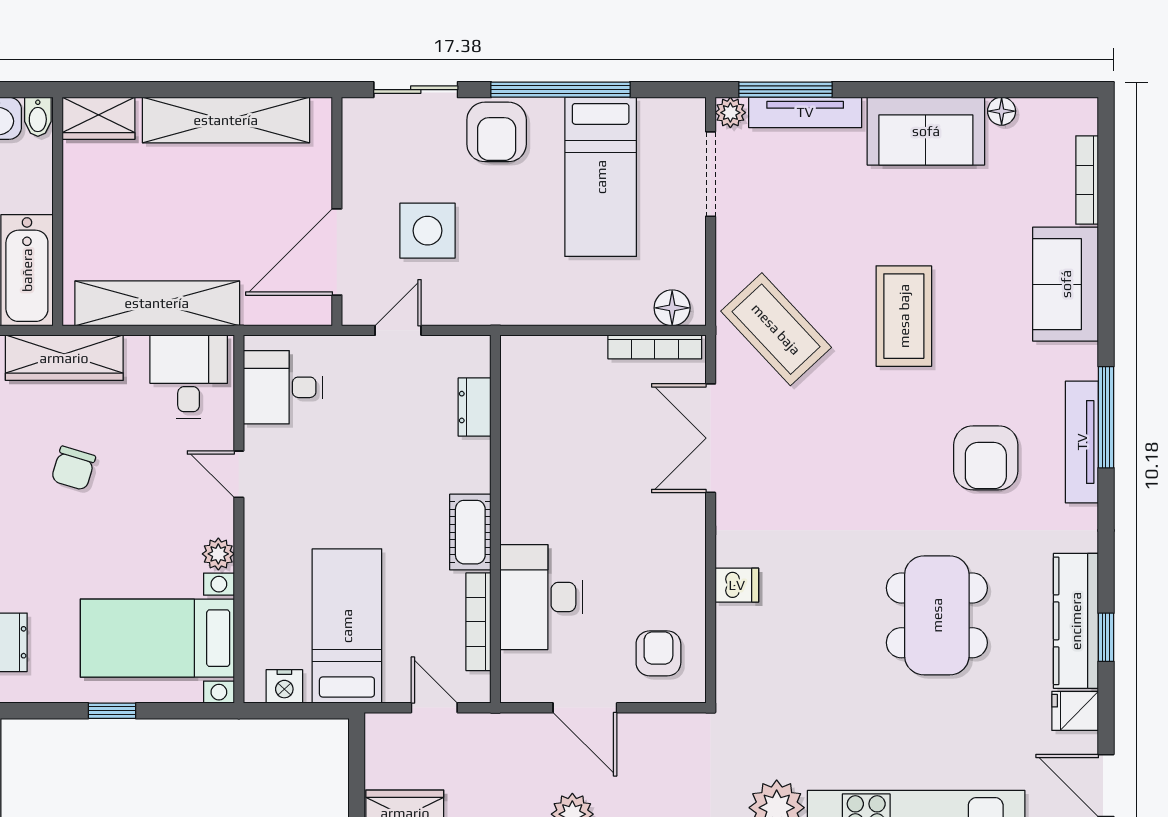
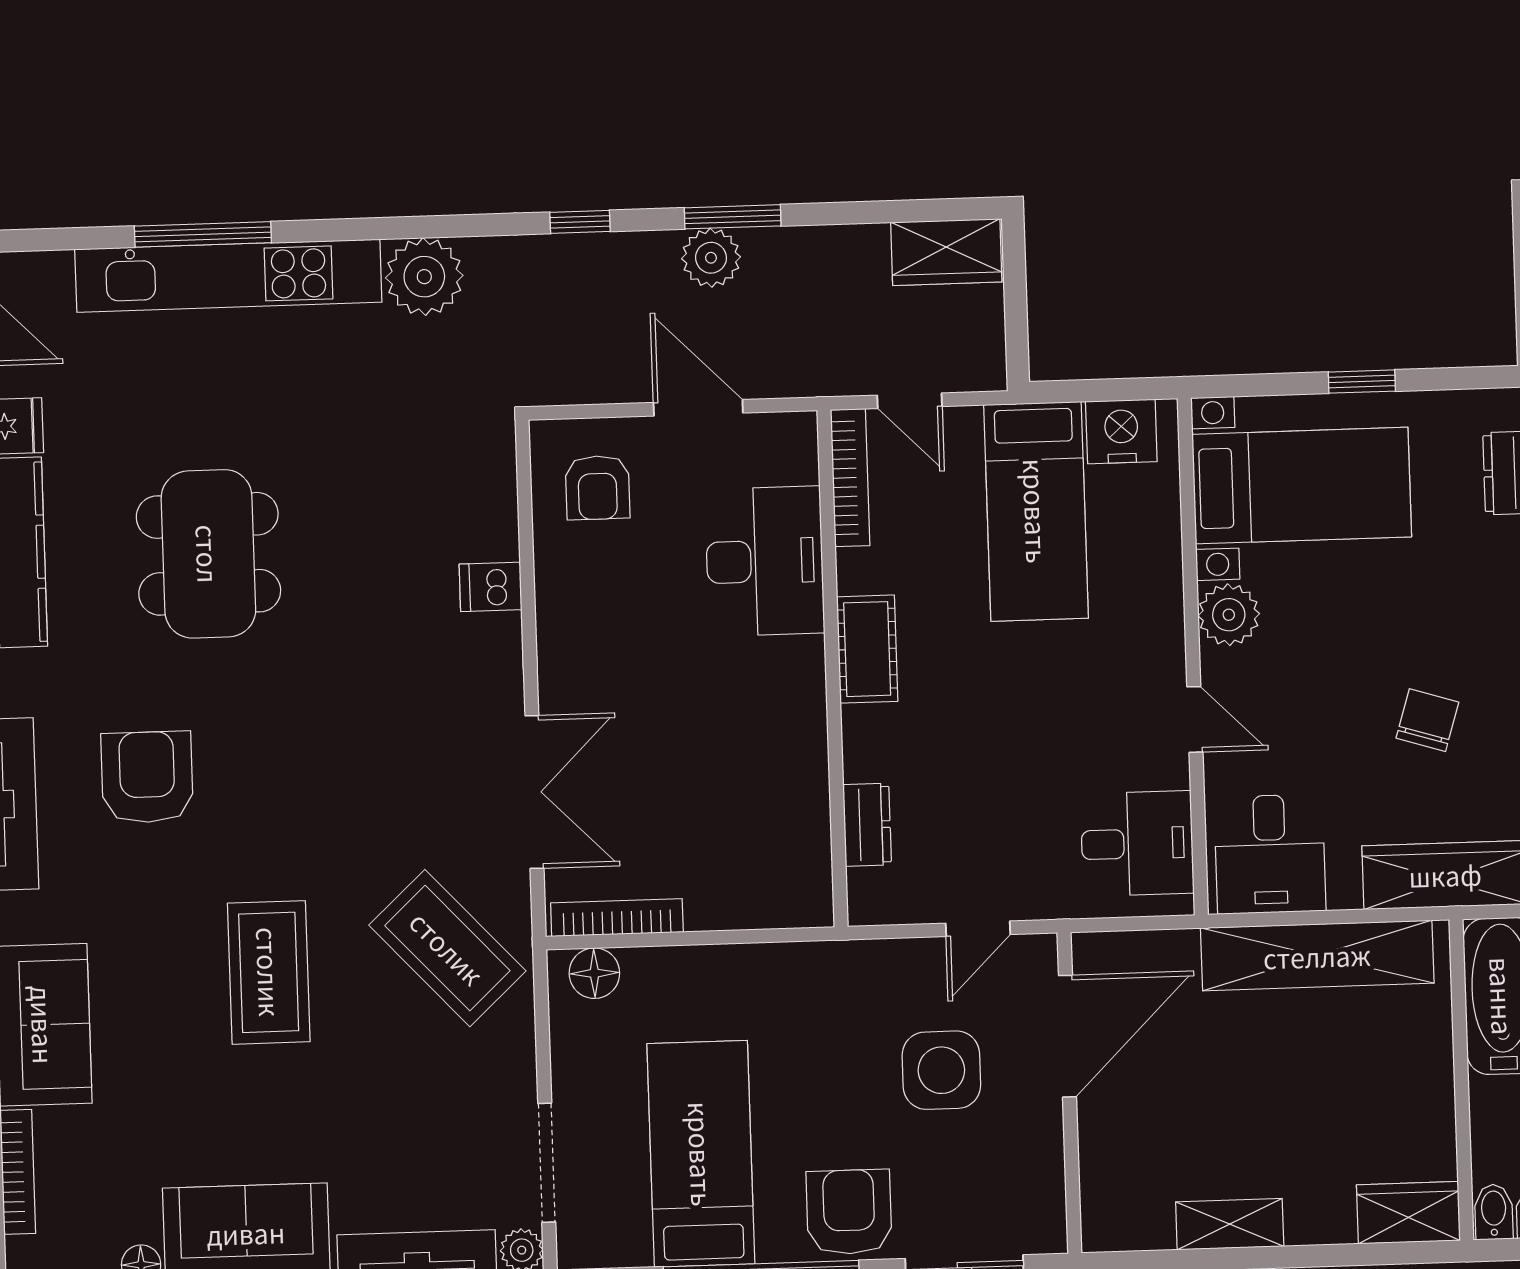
shelving: (226, 120) -> (1230, 1224), width x0.45, depth x0.75
plant: (218, 554) -> (1229, 615), width x1.38, depth x1.38
bookcase: (478, 622) -> (850, 478), moved
nightstand: (284, 686) -> (1121, 431), width x1.36, depth x1.33

